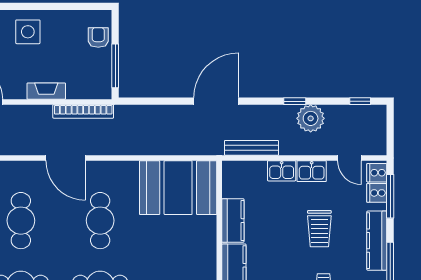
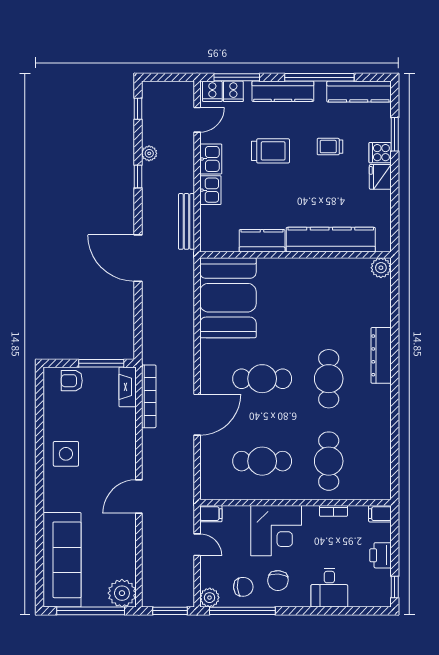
fireplace: (46, 91) -> (128, 387), moved
plant: (311, 118) -> (149, 153), width x0.53, depth x0.53

